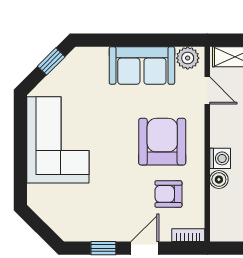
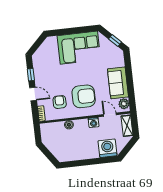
door: (207, 90) -> (110, 115), swing flipped
washing machine: (220, 158) -> (94, 122), moved

